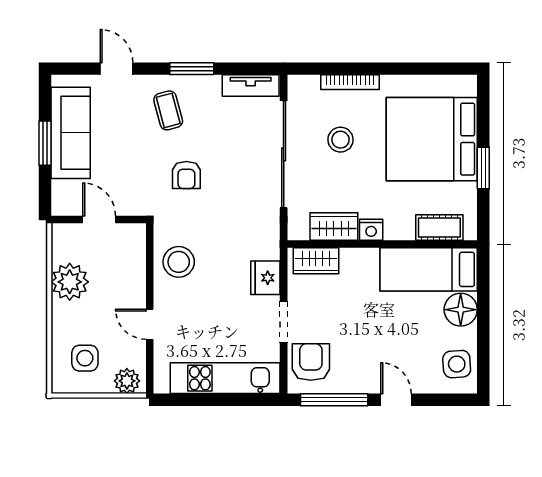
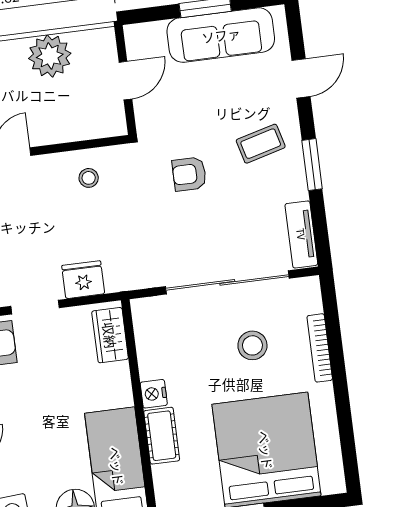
wardrobe: (334, 226) -> (152, 351), removed
cot: (439, 227) -> (162, 436), moved
stool: (179, 262) -> (89, 178), width x0.53, depth x0.53

